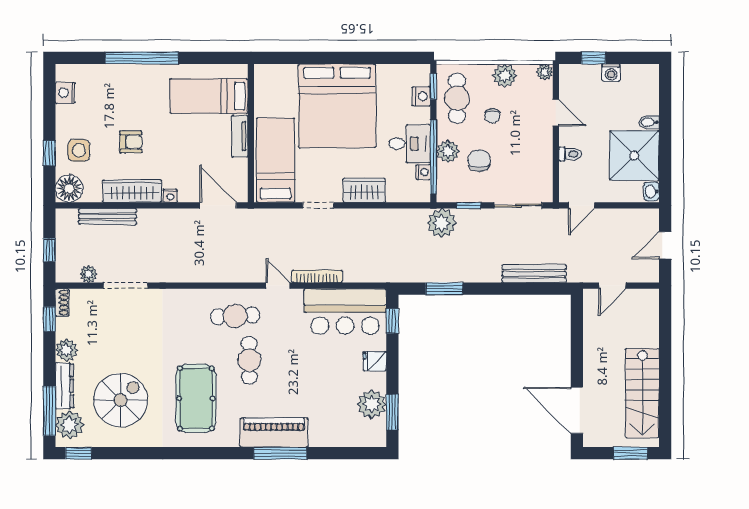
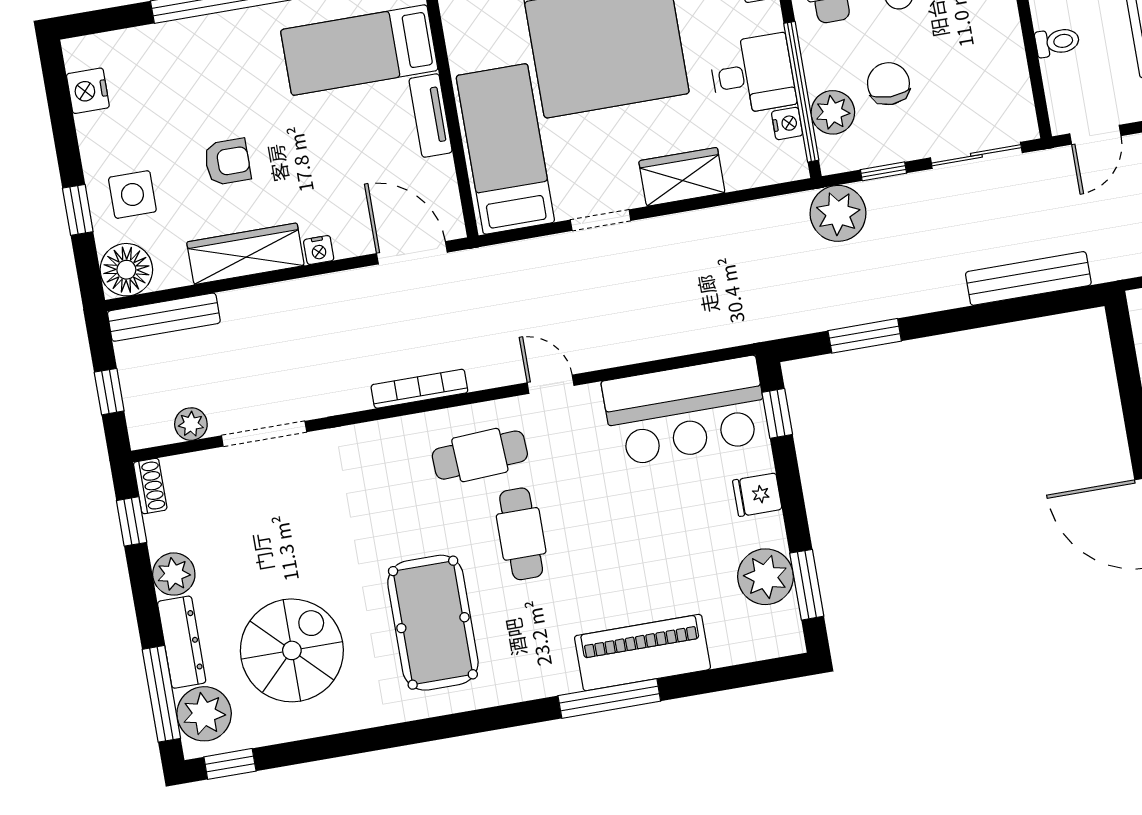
plant: (448, 151) -> (833, 112), moved
bench: (107, 216) -> (164, 317), moved
bookcase: (317, 276) -> (419, 389), moved
piano: (274, 432) -> (643, 653), moved

